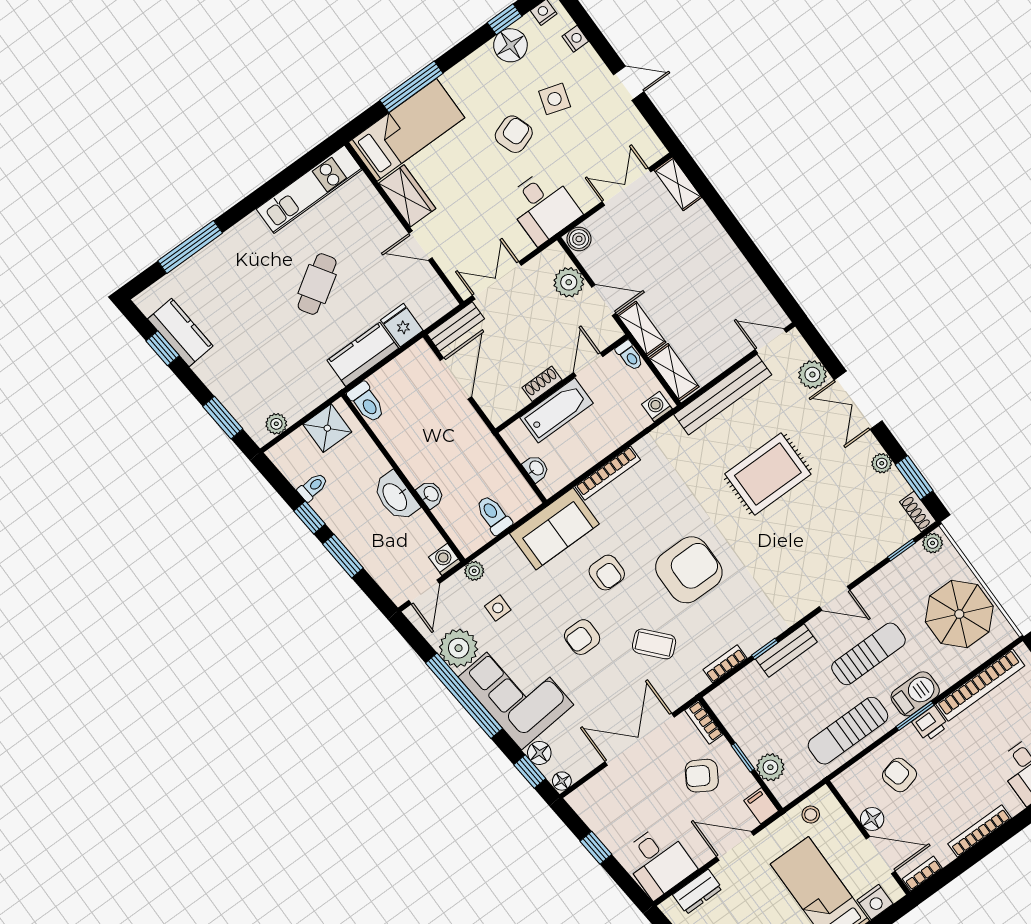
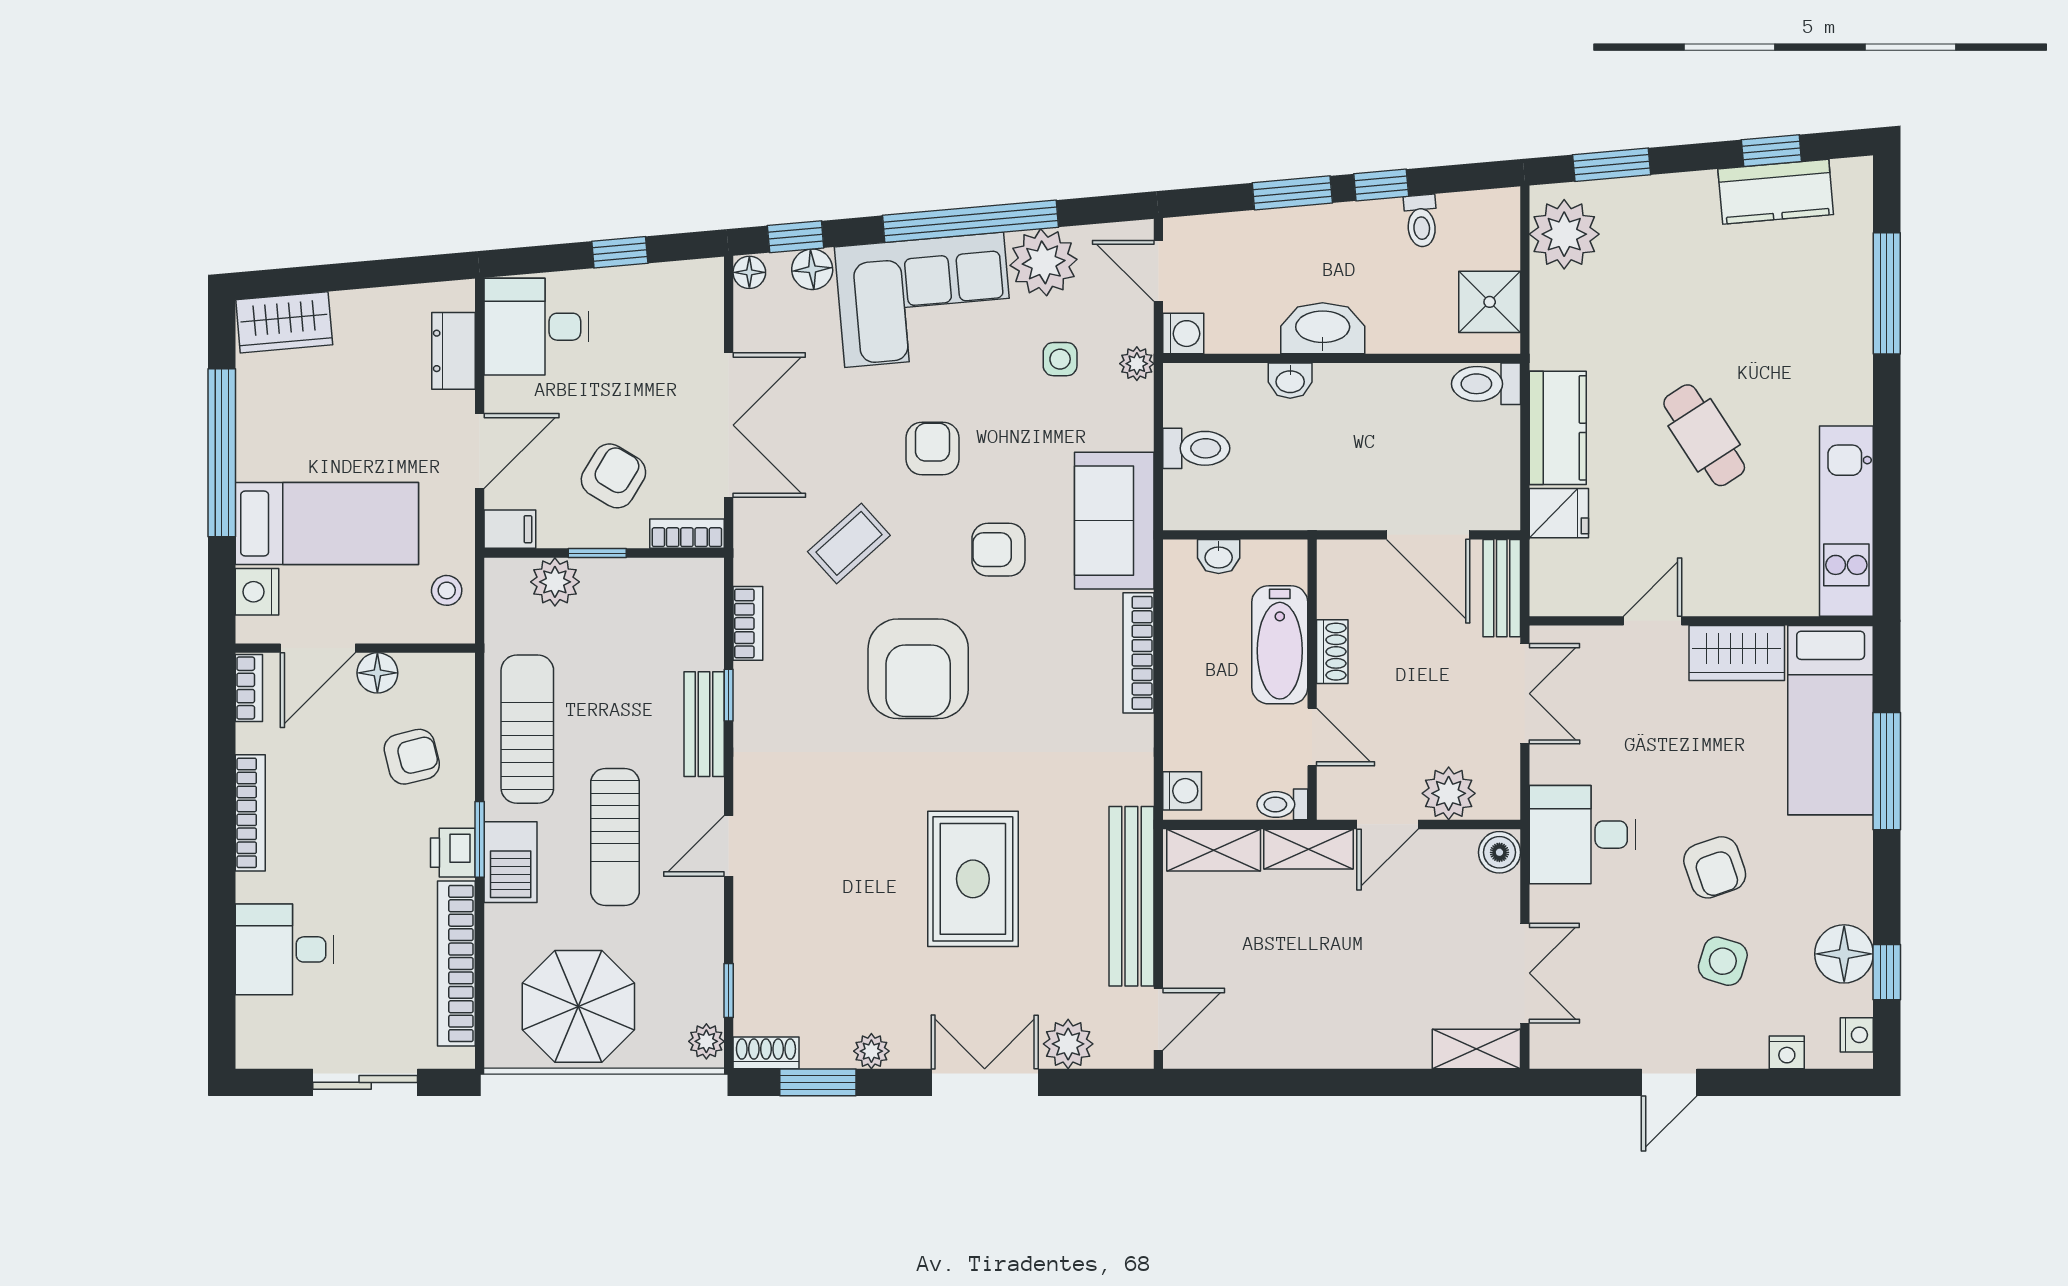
plant: (276, 424) -> (1564, 234), width x1.87, depth x1.87

